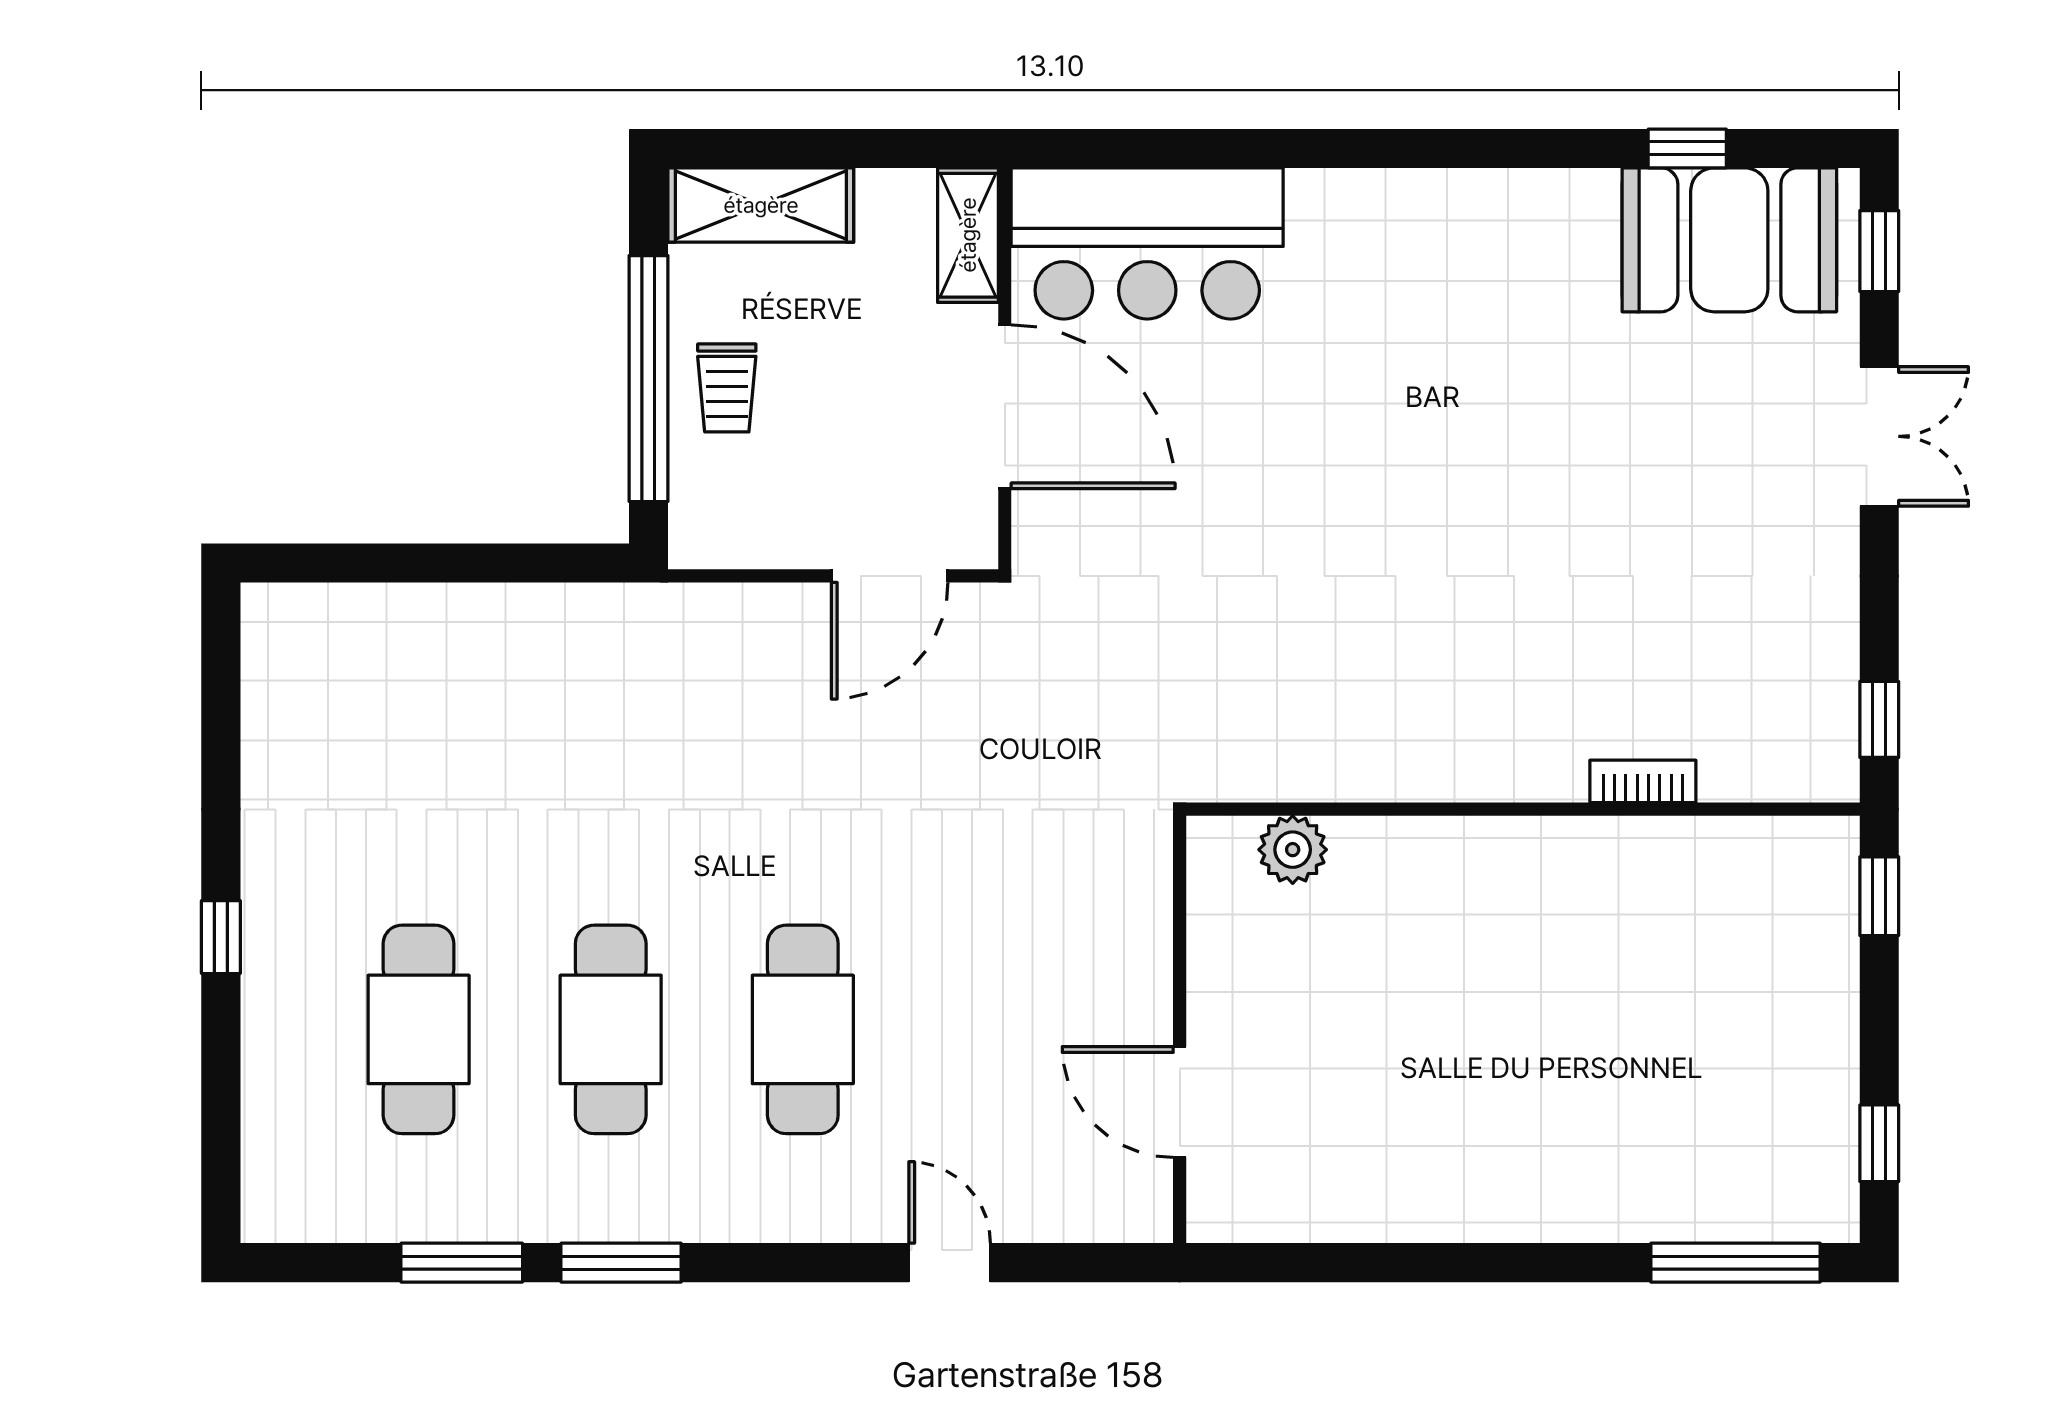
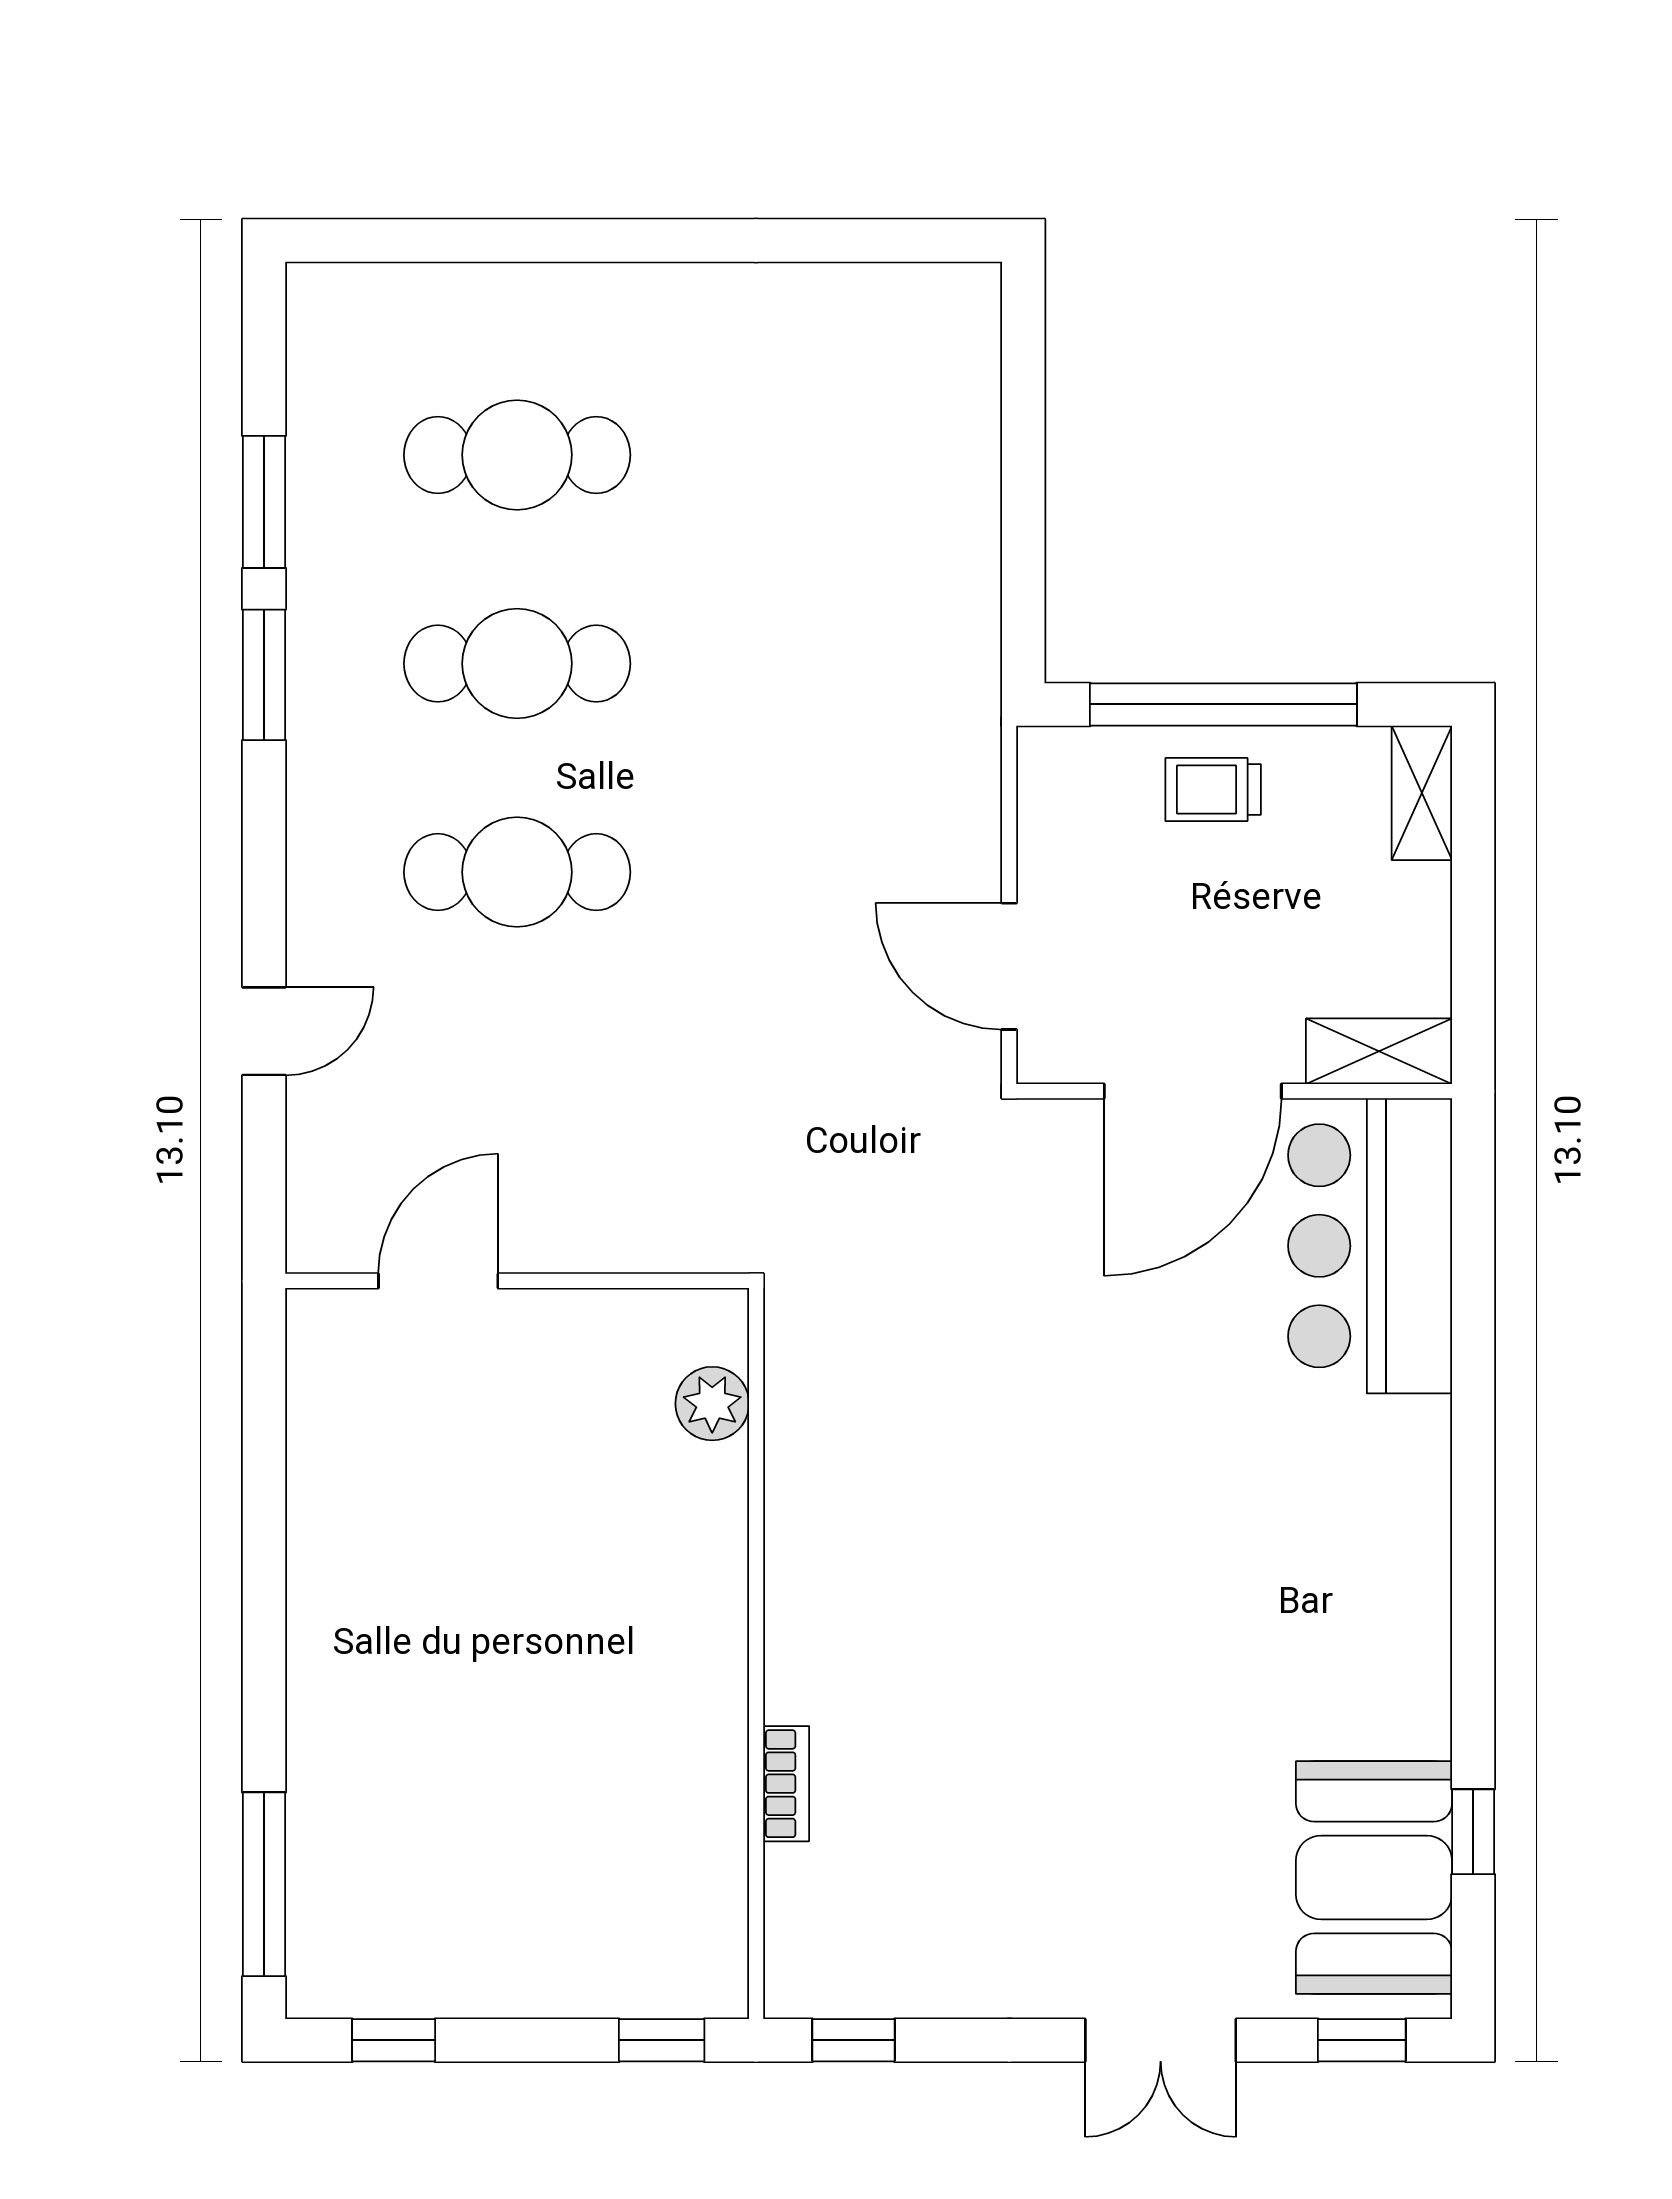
shelving: (761, 205) -> (1422, 793), width x0.67, depth x0.75
window: (221, 937) -> (617, 241), removed

